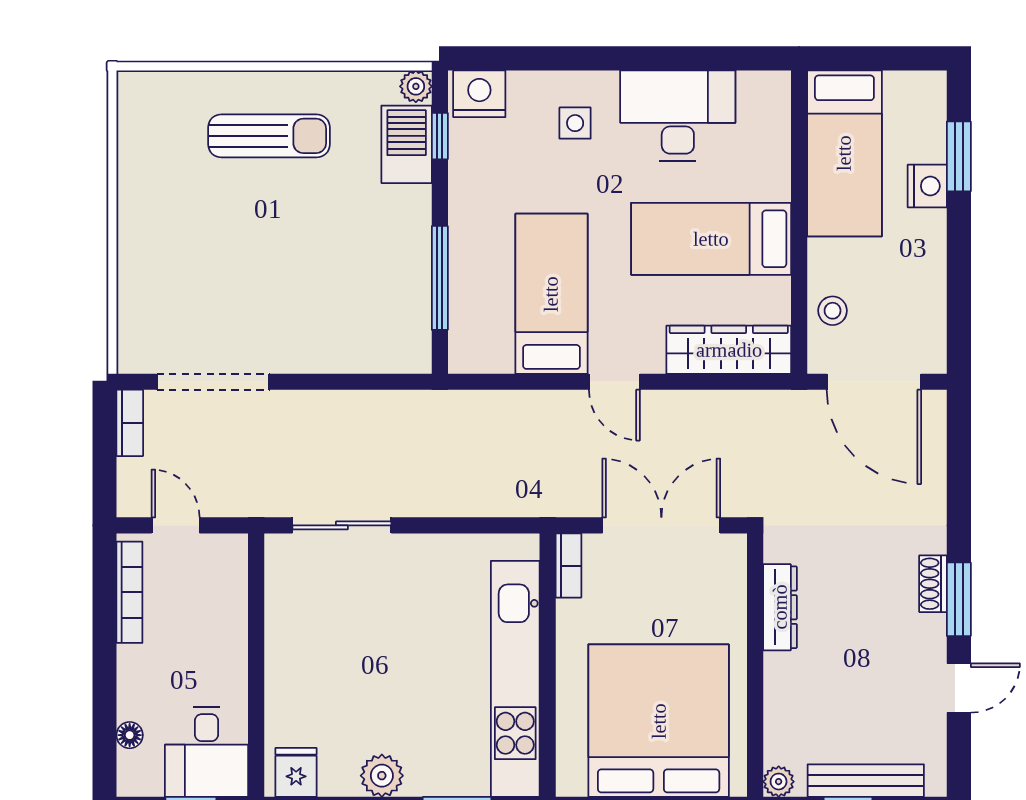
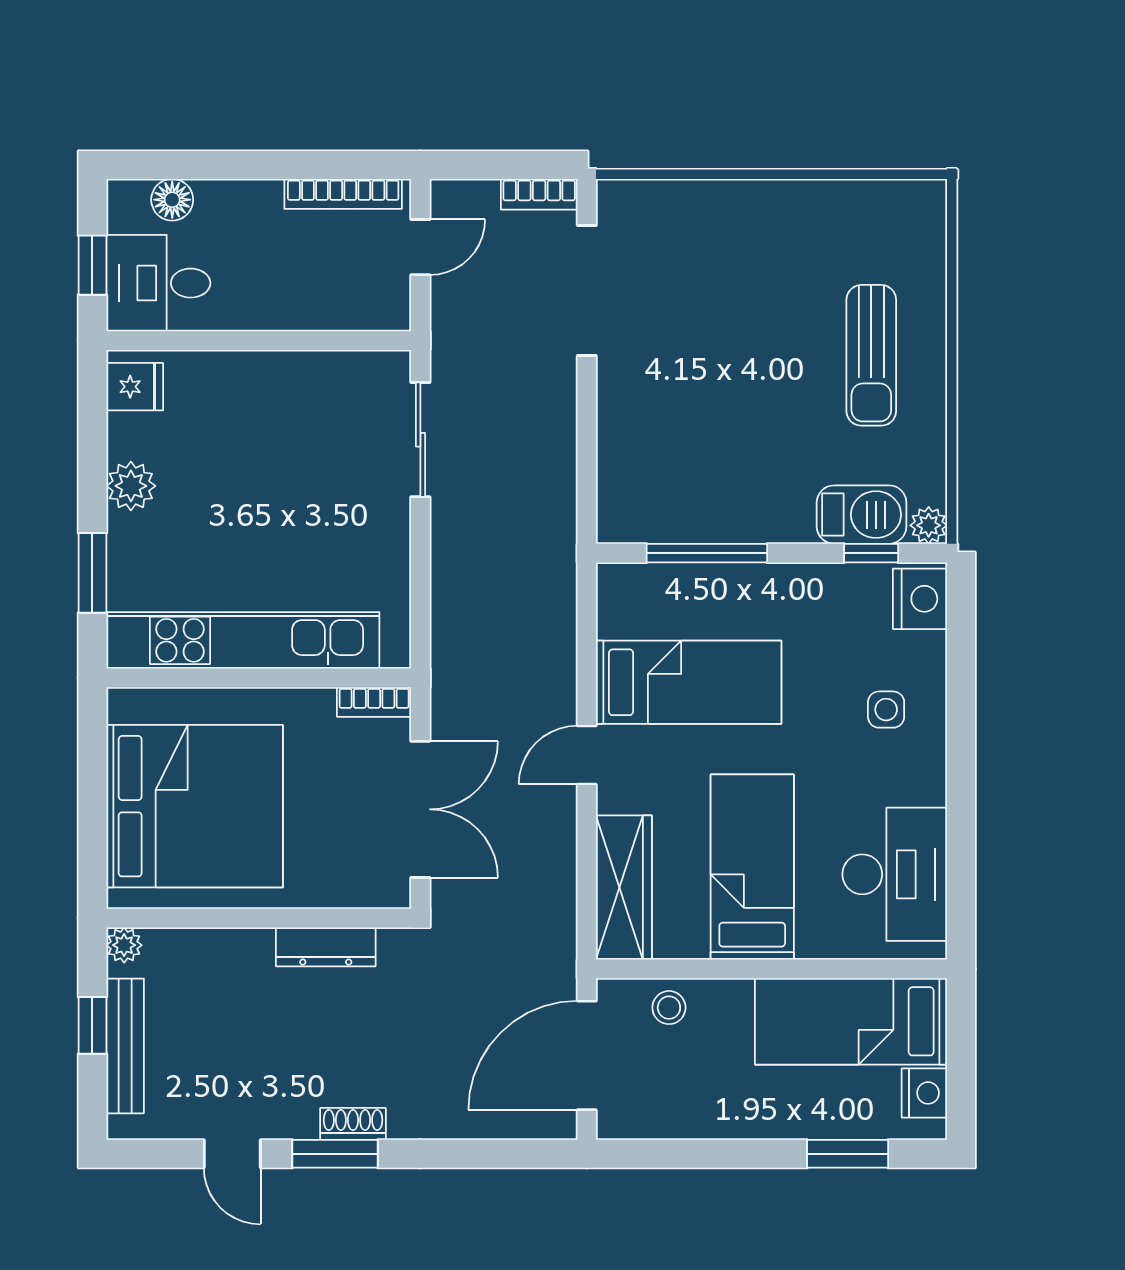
desk: (678, 116) -> (895, 874), moved
nightstand: (927, 186) -> (924, 1093), moved, turned -90
floor lamp: (130, 735) -> (172, 200), width x1.37, depth x1.37

